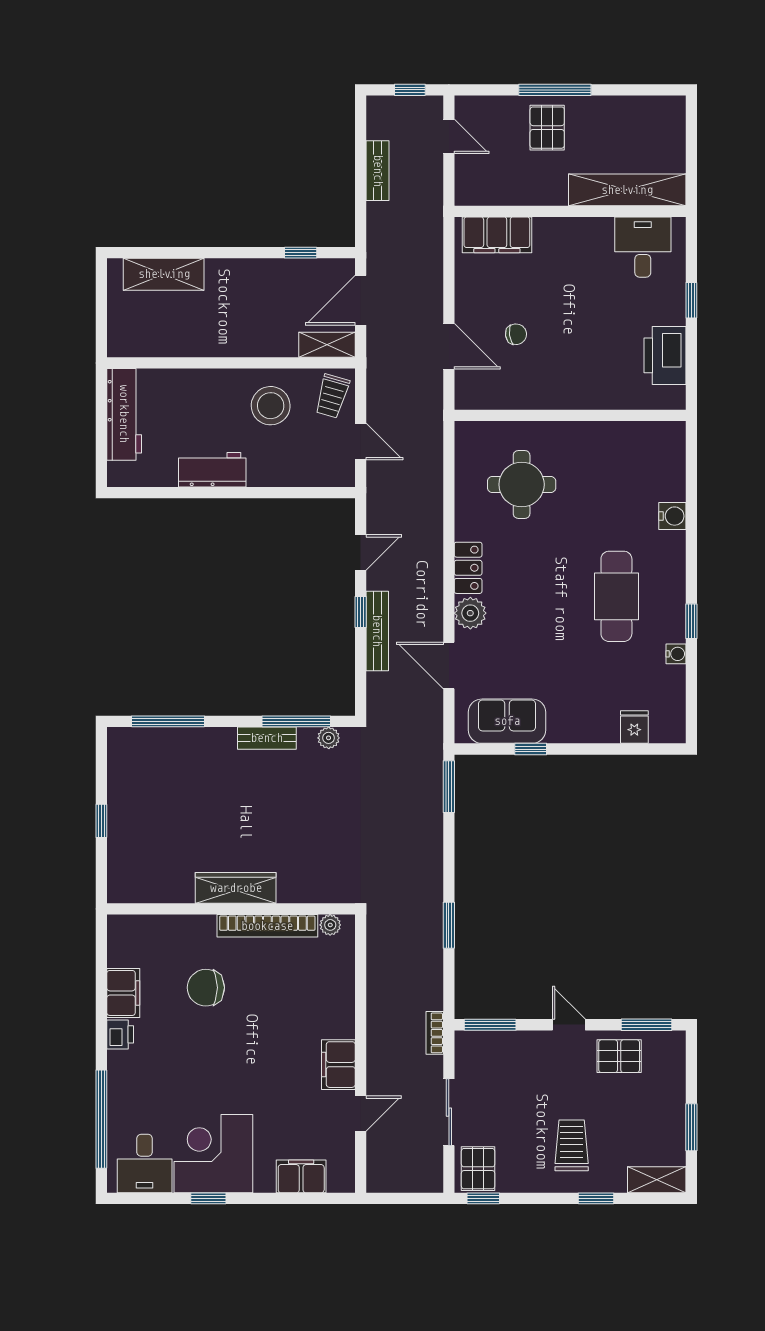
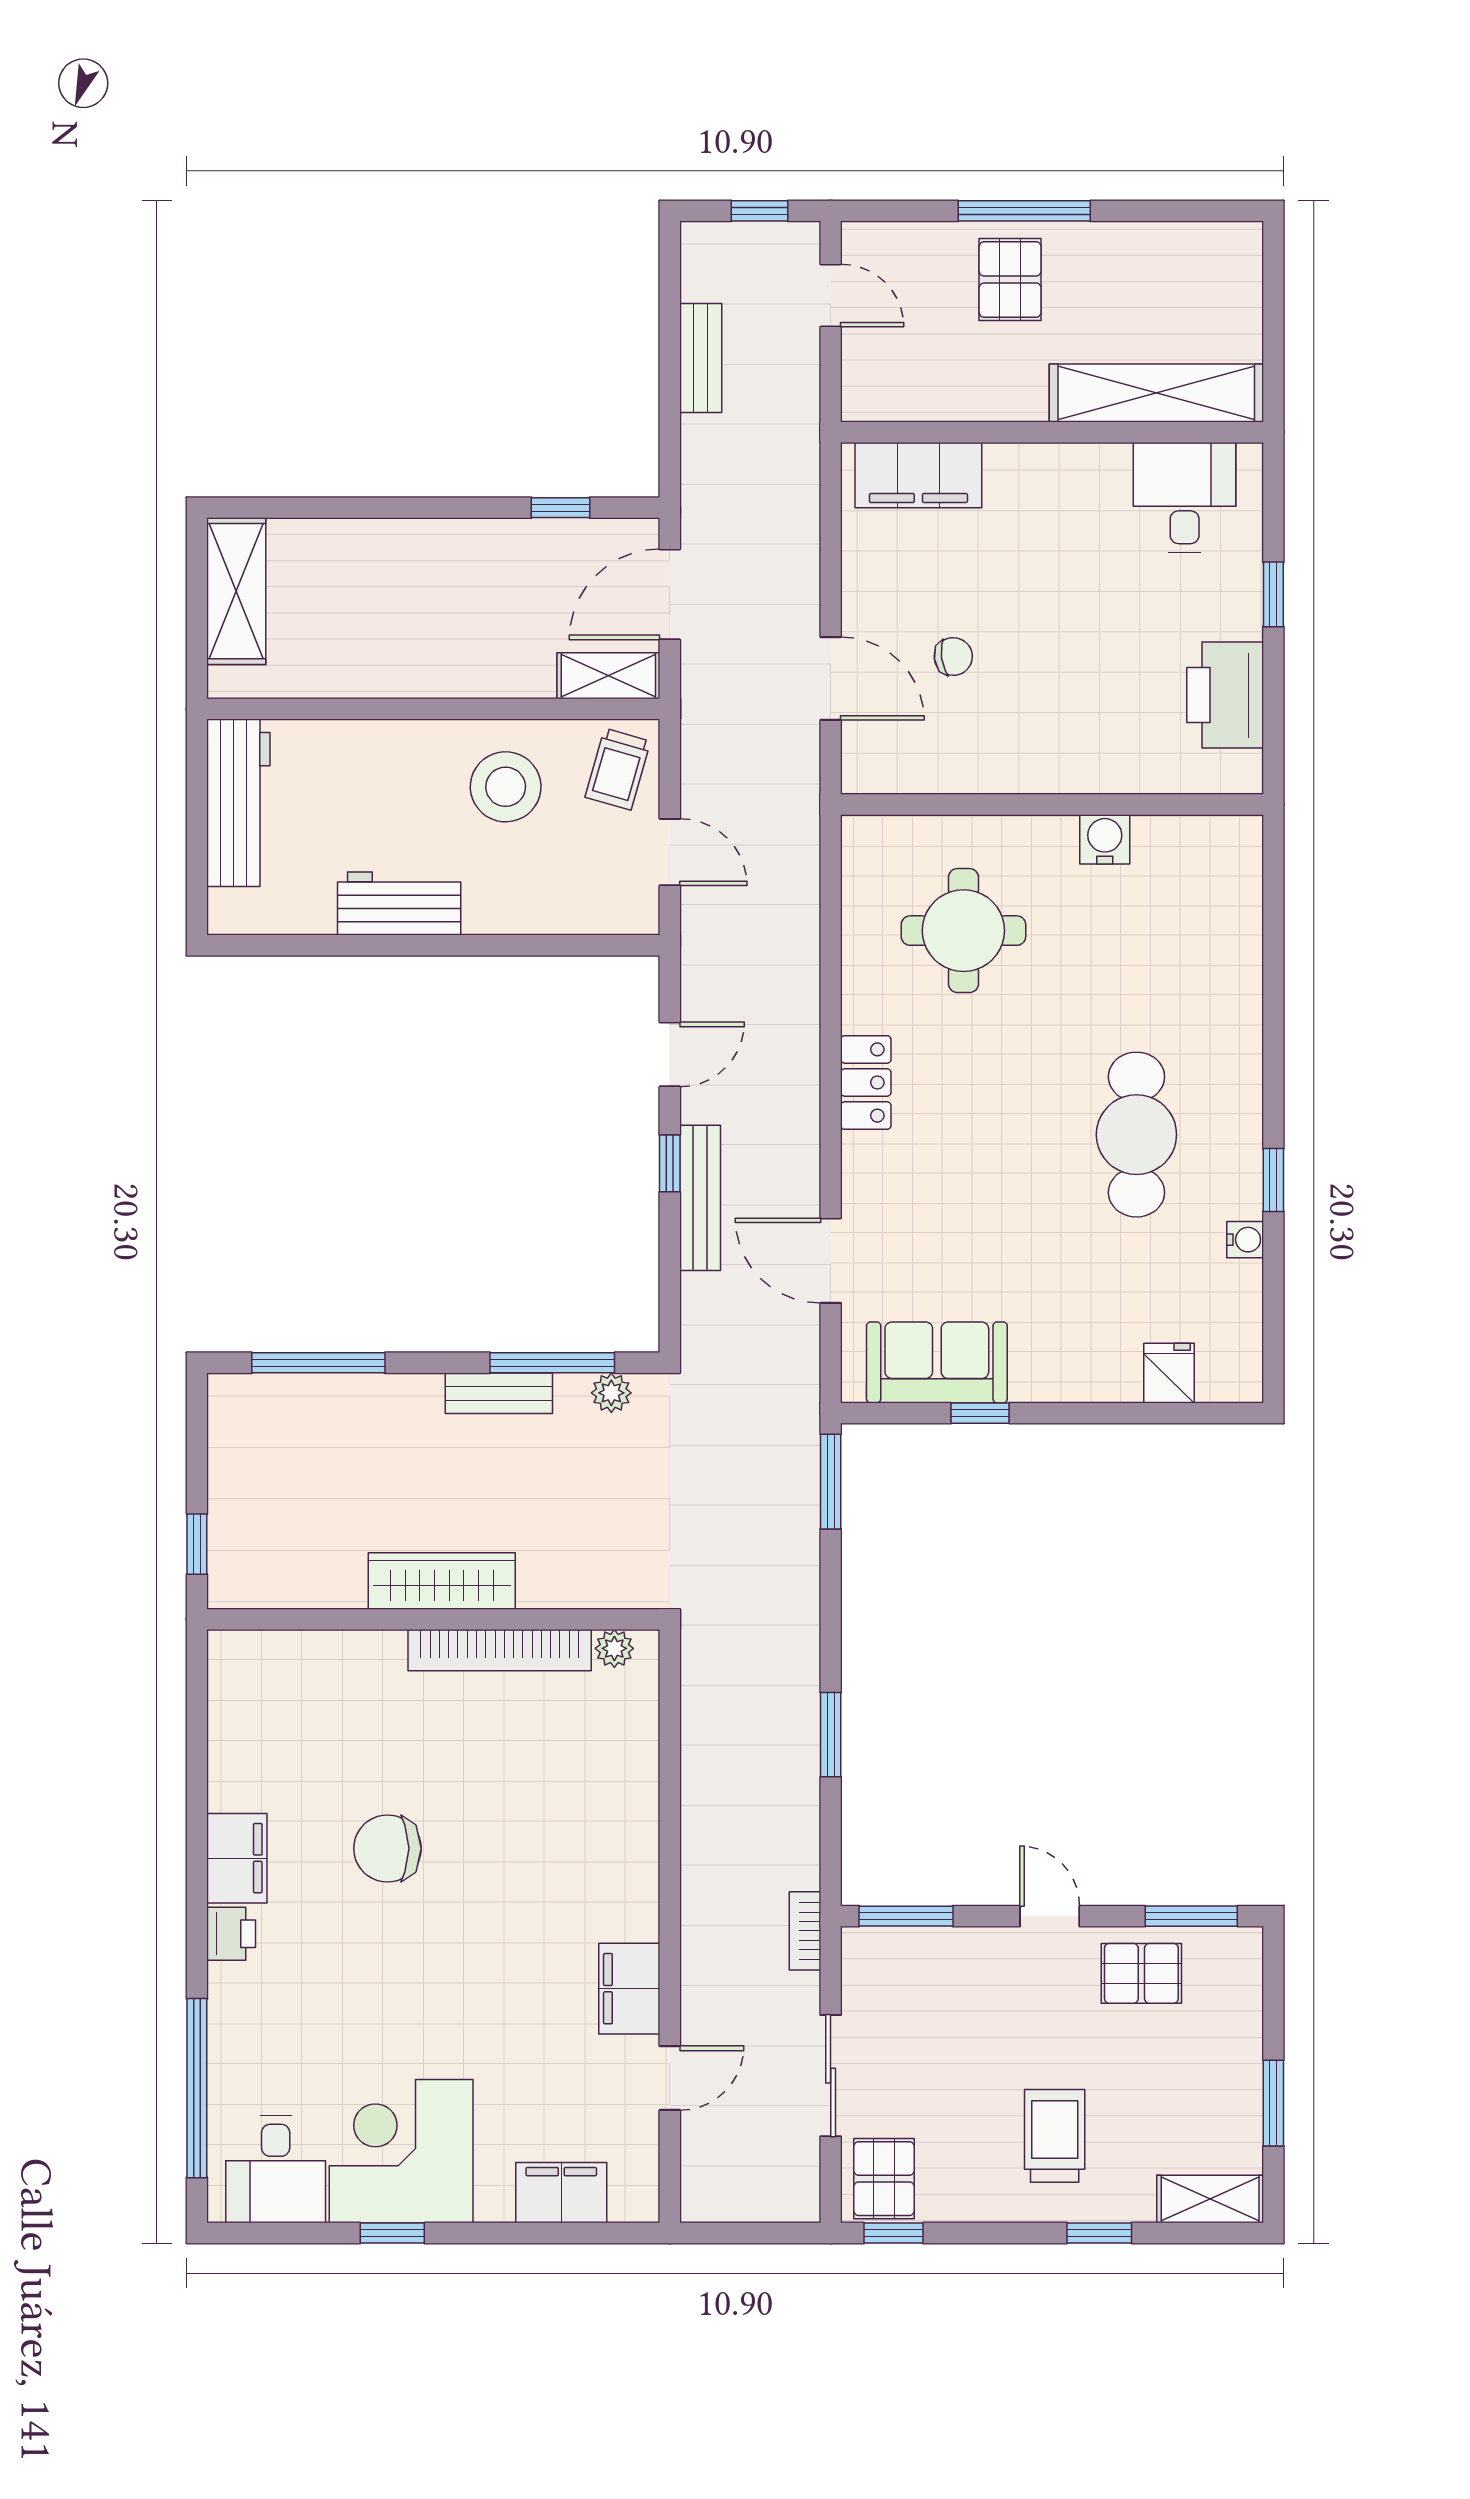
shelving: (164, 274) -> (236, 591), moved, turned 90
water cooler: (672, 516) -> (1105, 839), moved, turned -90
plant: (470, 613) -> (870, 1165), removed
wardrobe: (236, 888) -> (442, 1581), moved
wall: (231, 909) -> (433, 1619), moved
plant: (330, 925) -> (614, 1648), moved
bookcase: (267, 926) -> (500, 1650), moved

